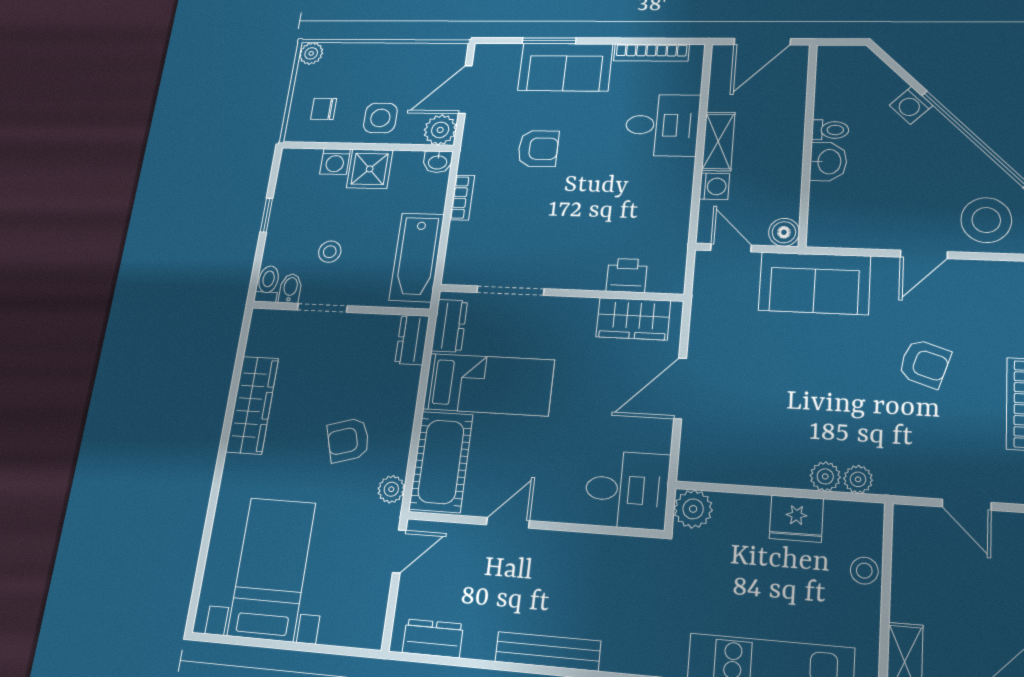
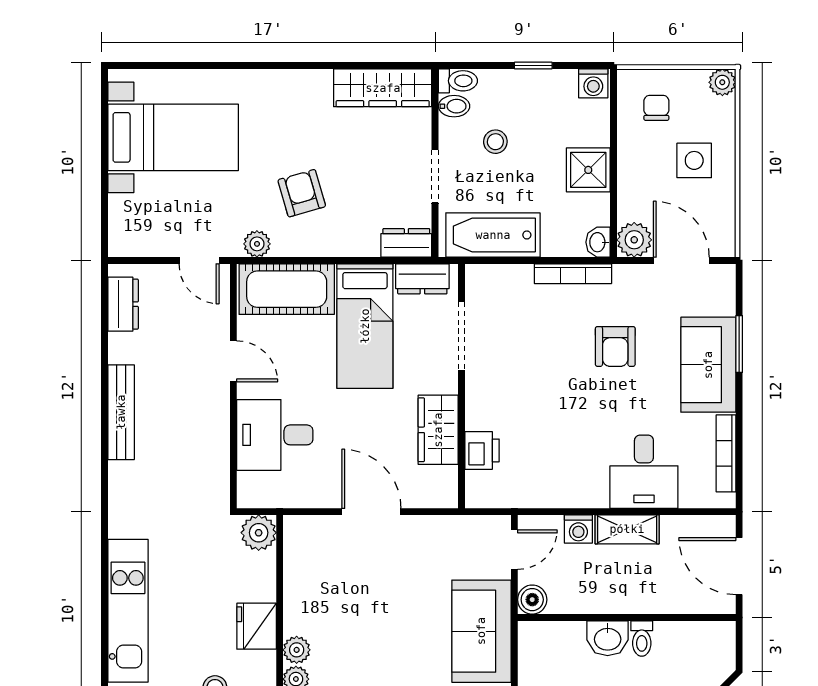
side table: (380, 118) -> (694, 160), moved
washing machine: (335, 162) -> (593, 83), moved, turned -90
bookcase: (462, 198) -> (573, 274), width x1.56
doorway: (322, 308) -> (435, 176), moved
wardrobe: (633, 319) -> (438, 430), moved
wardrobe: (252, 405) -> (383, 88), moved
desk: (627, 490) -> (275, 435), moved, turned 90

